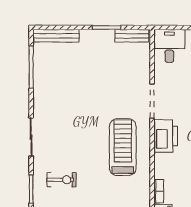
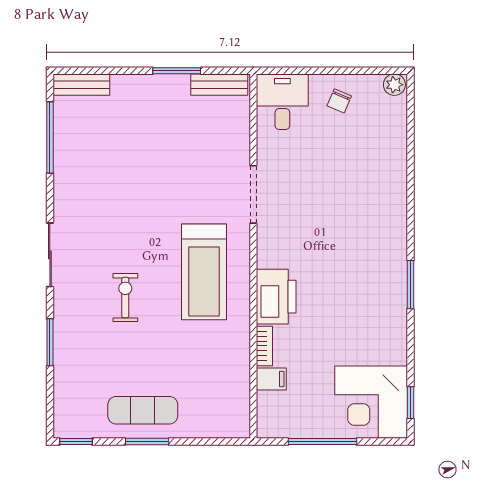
bench: (56, 36) -> (81, 85), width x0.73
printer: (166, 136) -> (276, 297), moved
treadmill: (123, 147) -> (204, 272), turned 180
exercise bike: (61, 180) -> (125, 298), moved, turned -90

